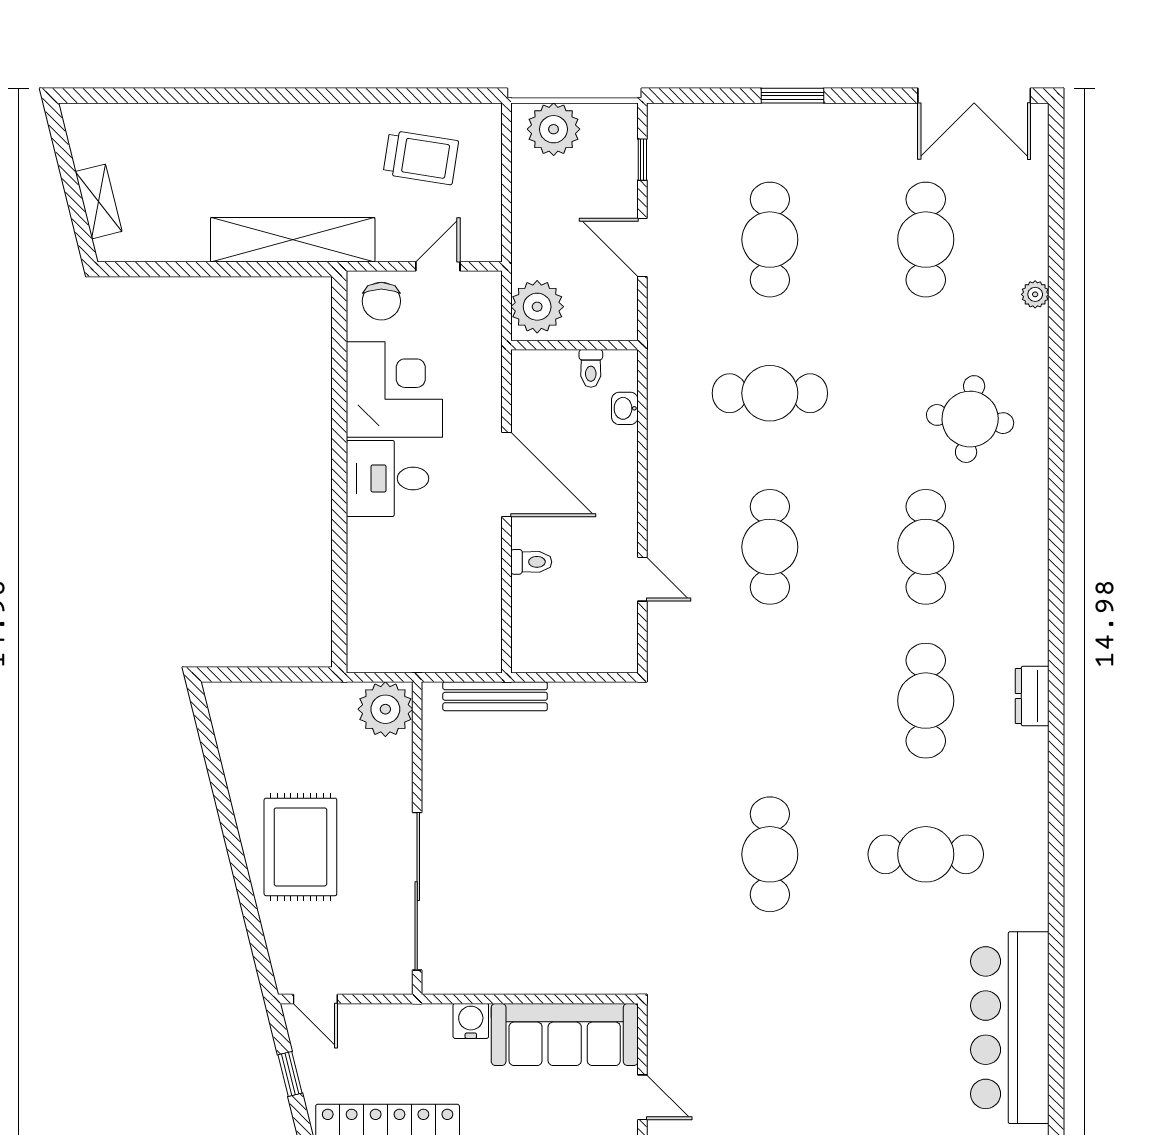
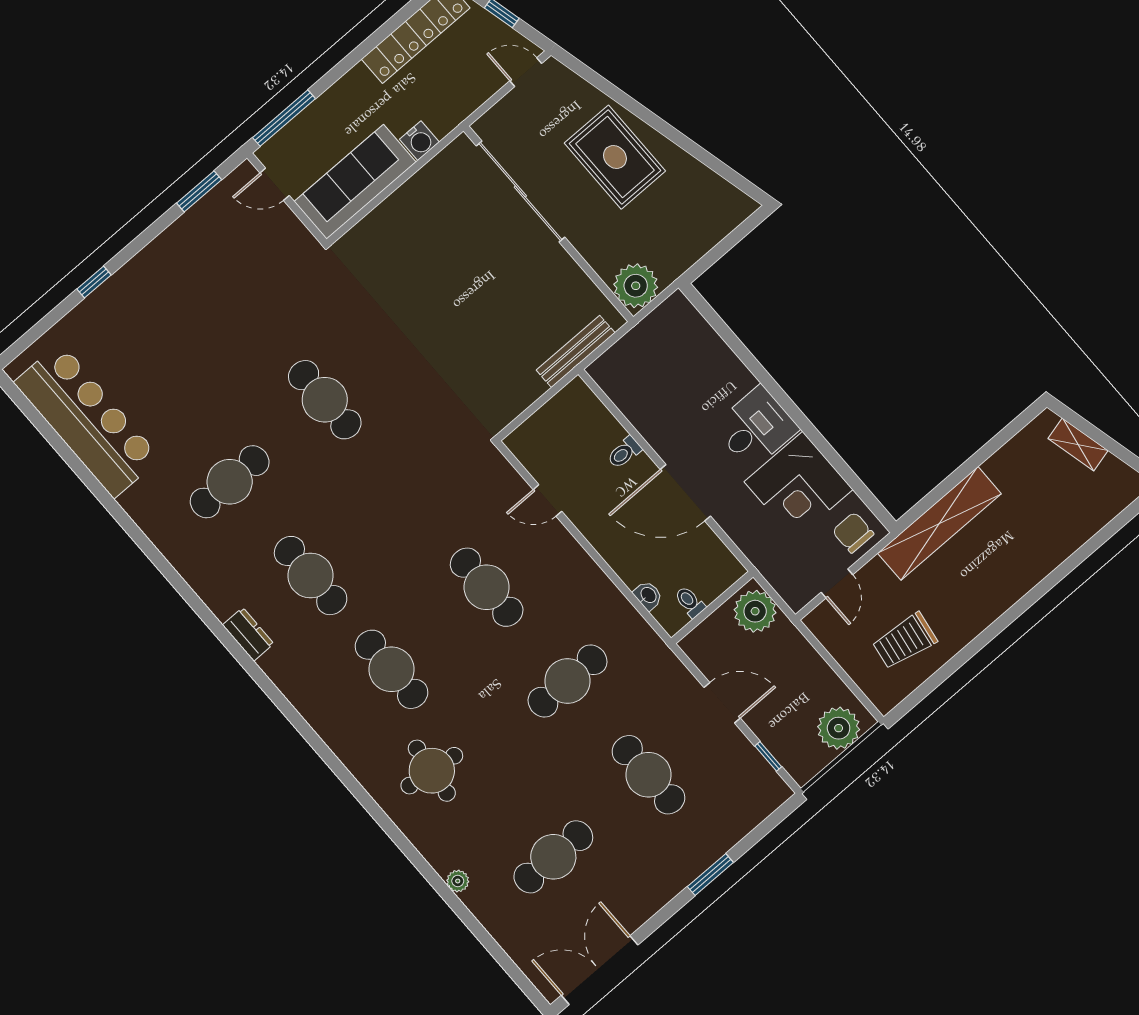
cafe table: (926, 240) -> (553, 857), turned 90

